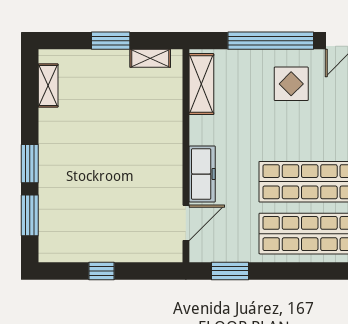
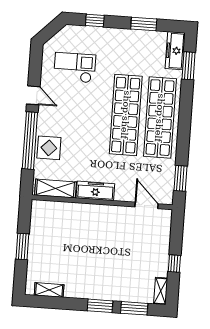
shelving: (150, 58) -> (161, 291), moved
display table: (291, 84) -> (49, 148), moved
freezer: (202, 174) -> (95, 191), moved

